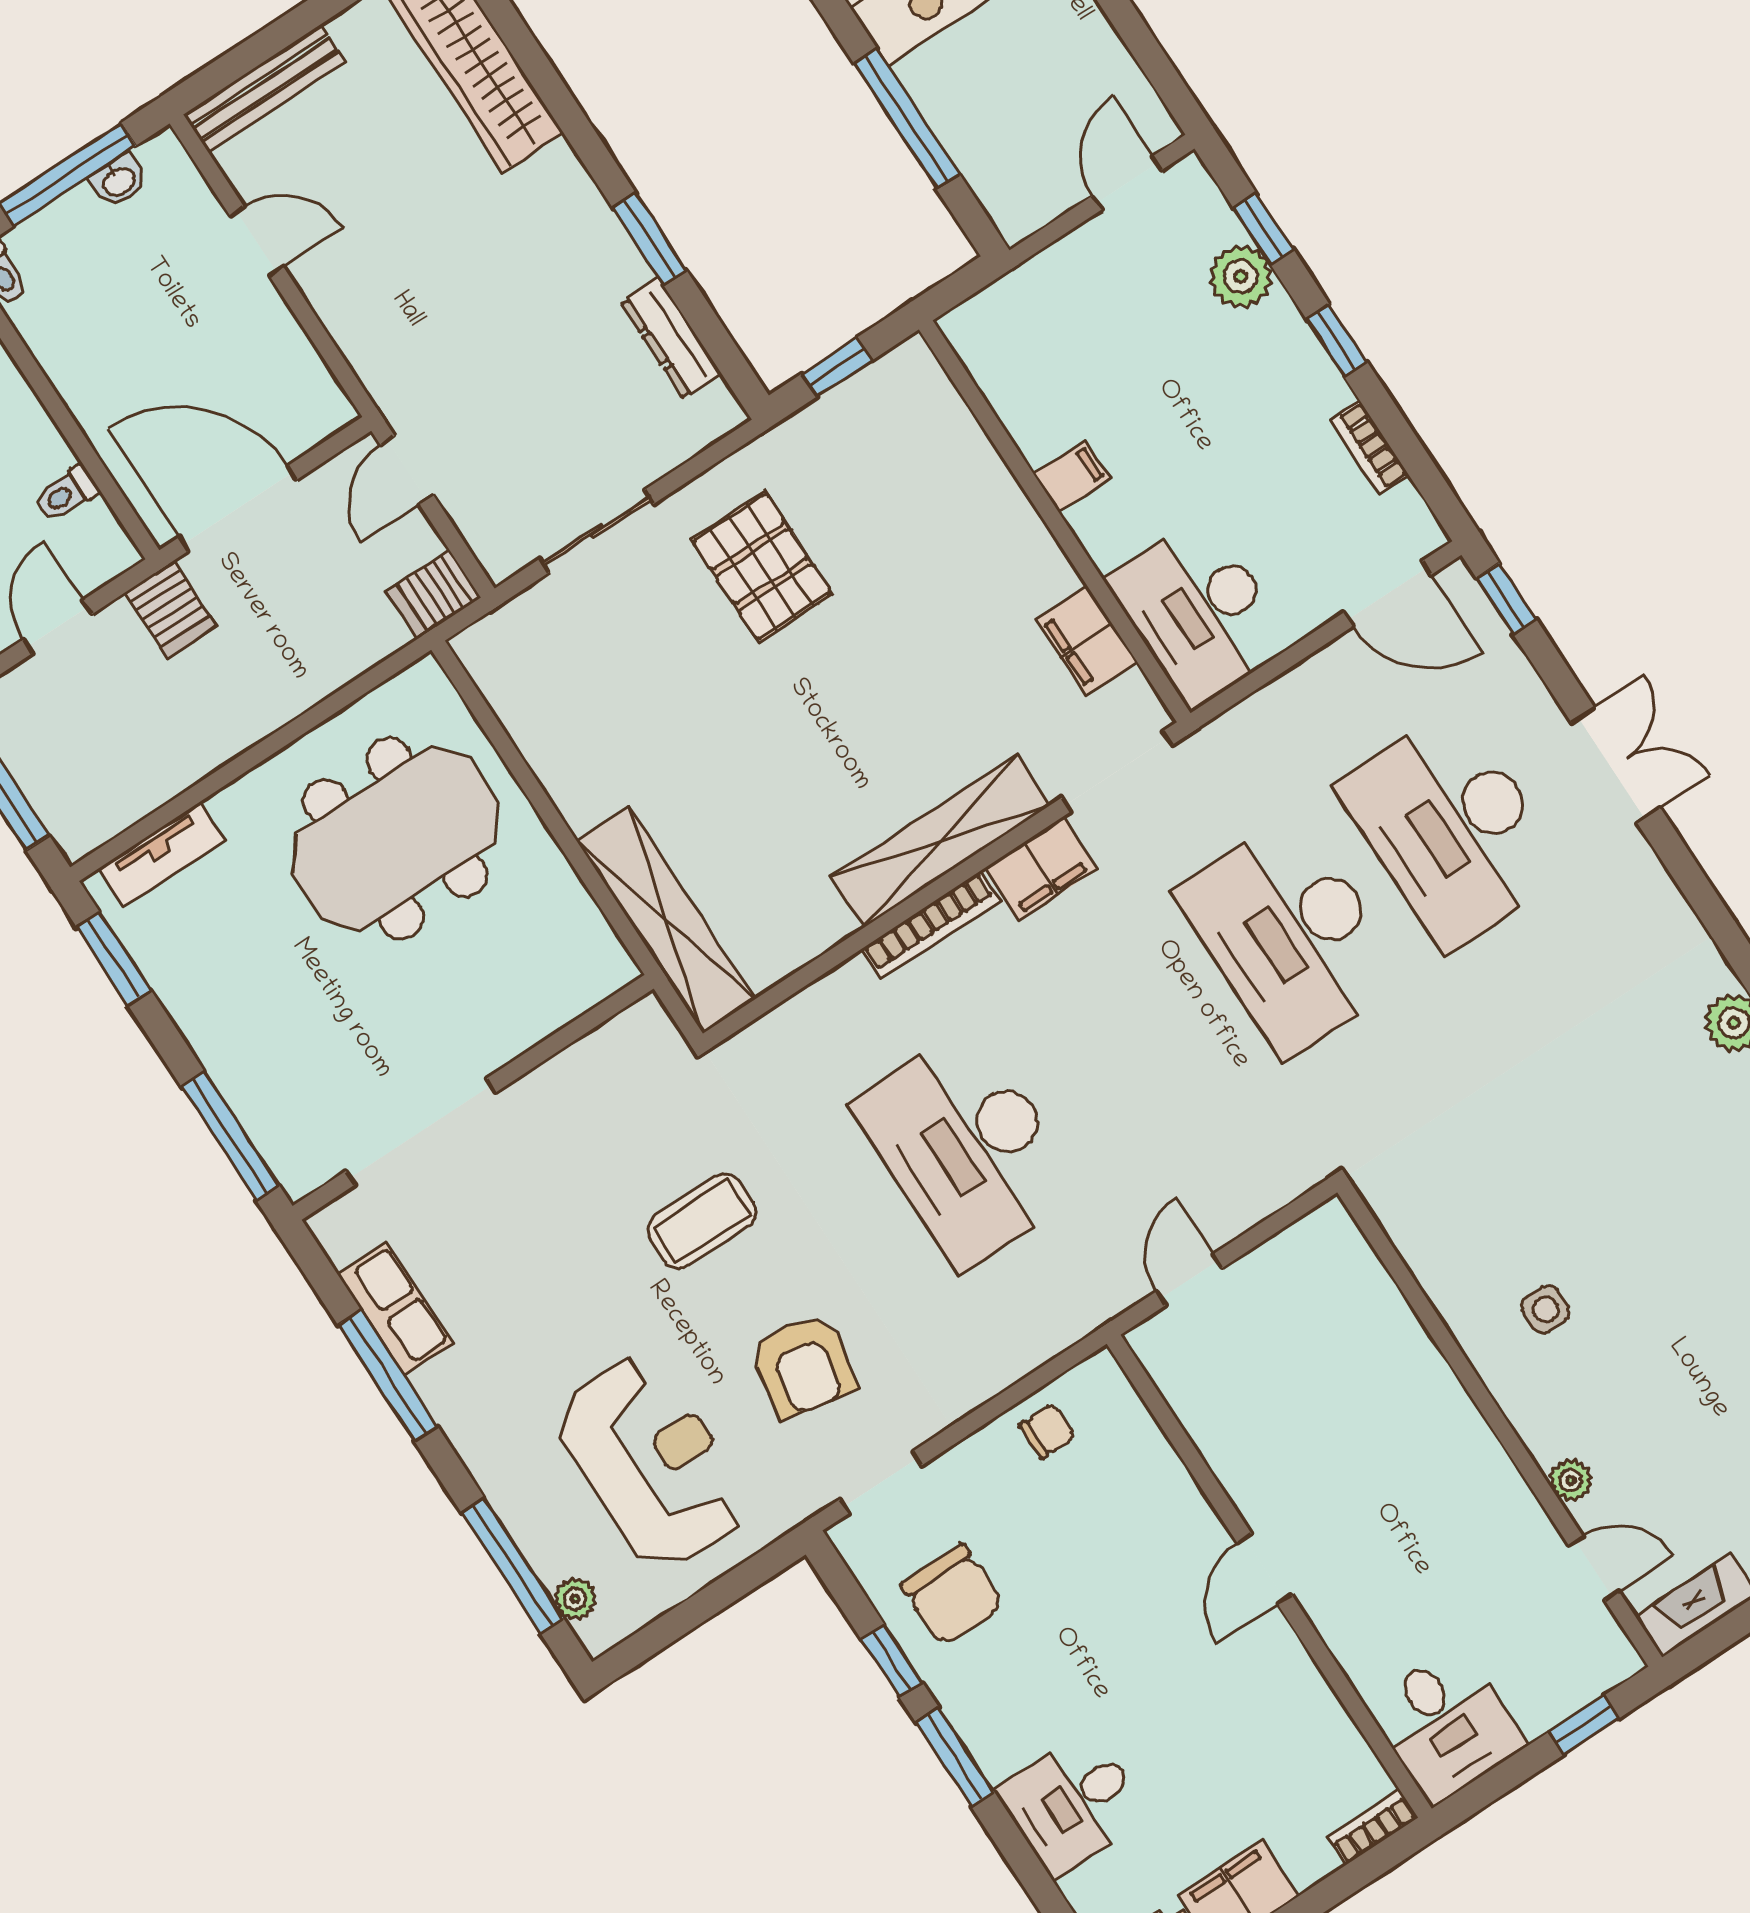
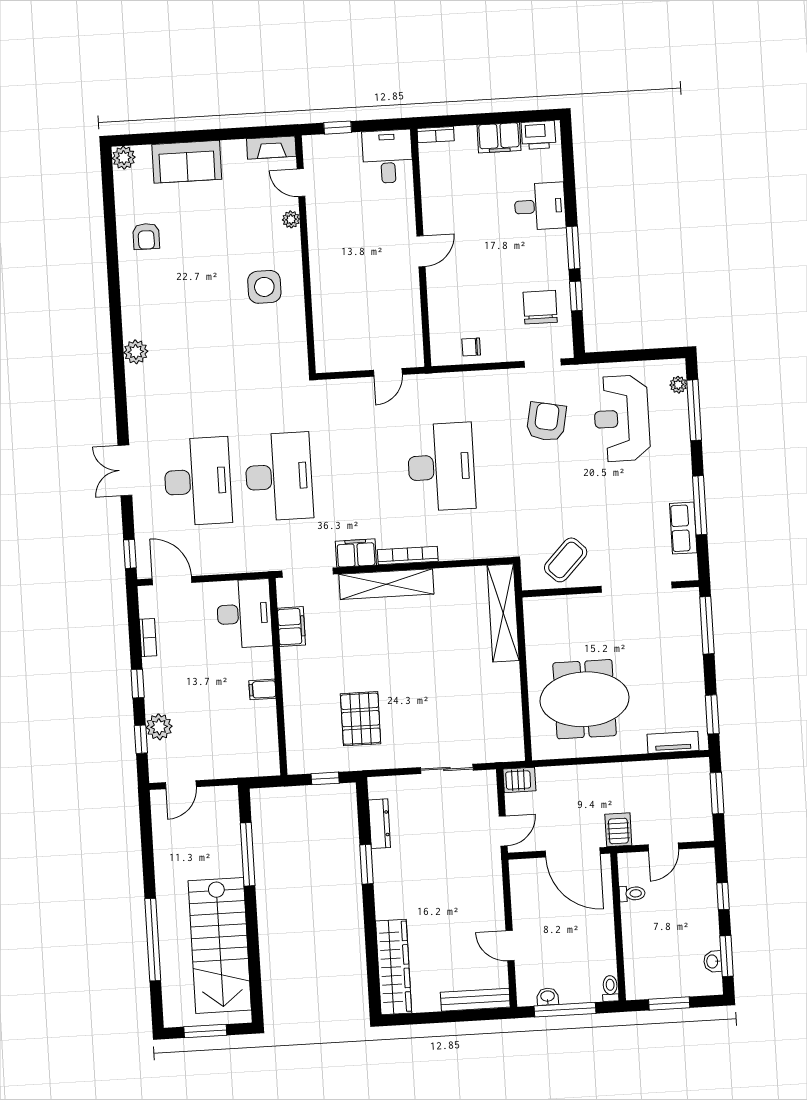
pallet: (762, 567) -> (361, 719), moved
coffee table: (702, 1221) -> (566, 560), moved, turned -46
side table: (1546, 1309) -> (264, 287), width x1.87, depth x1.87

